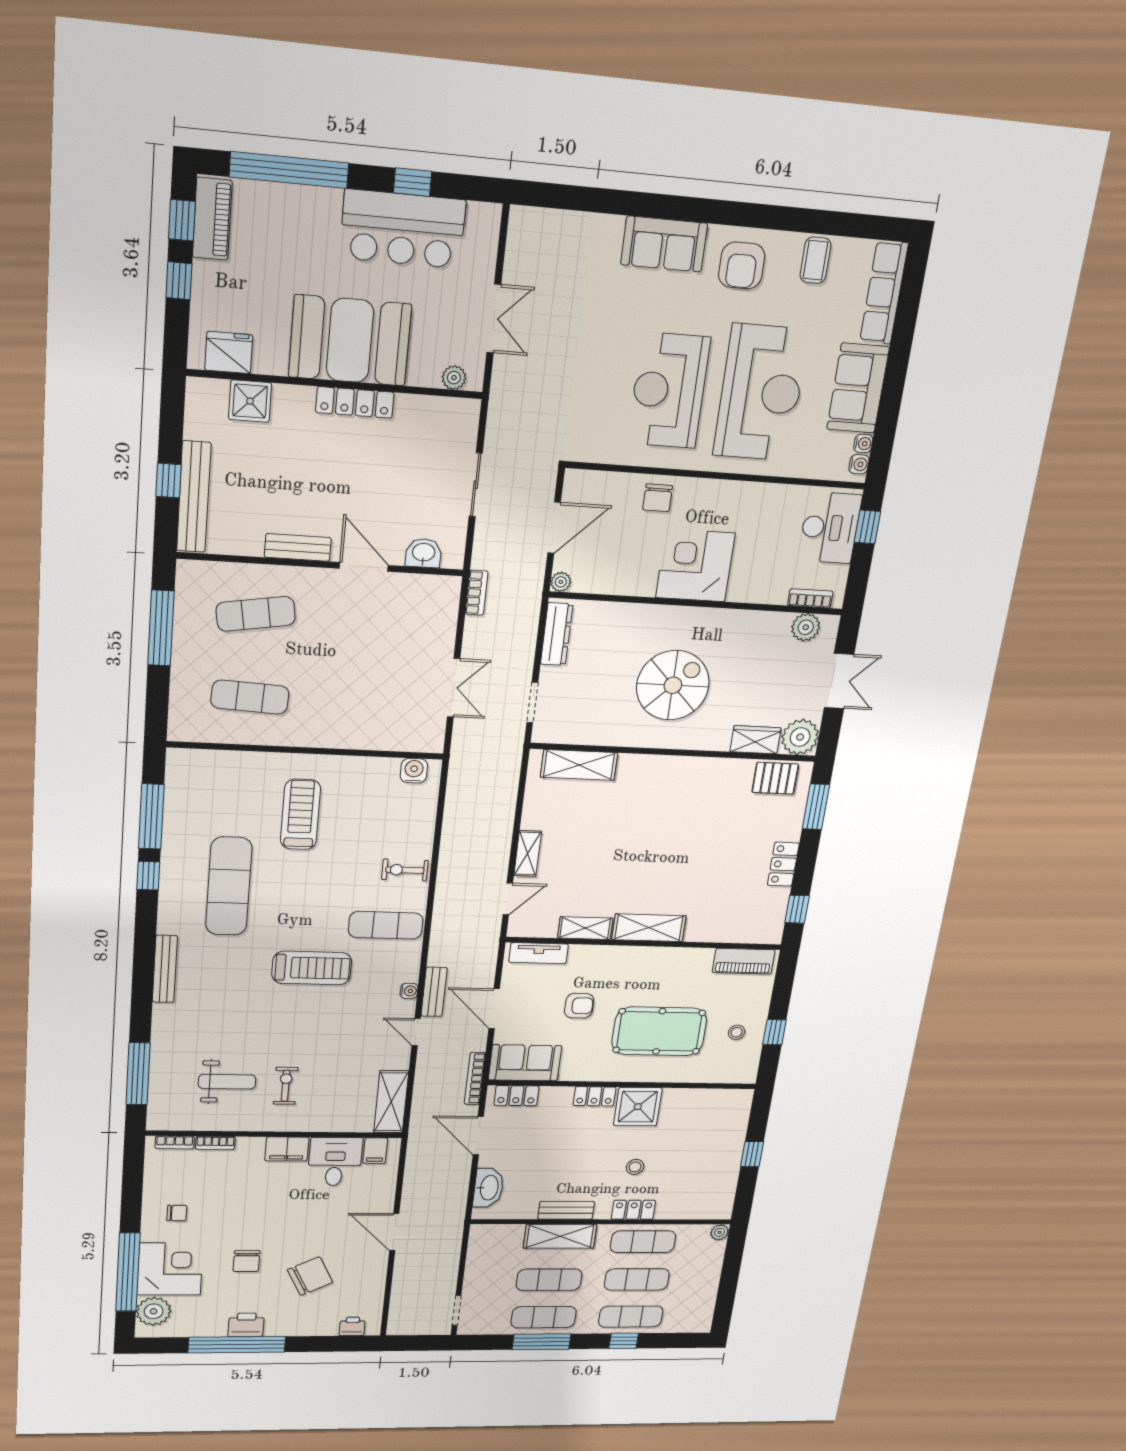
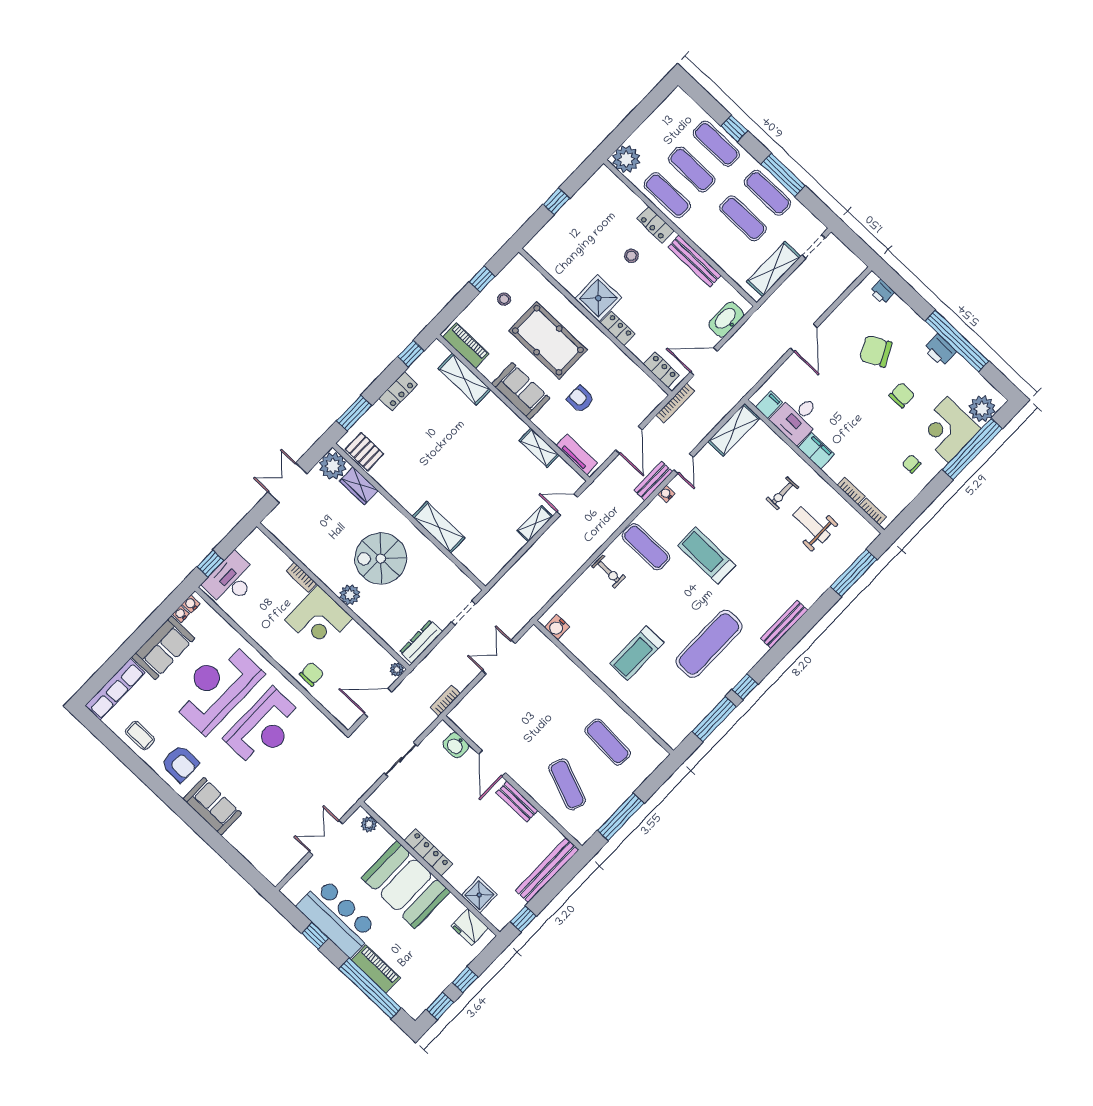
piano: (212, 219) -> (376, 969), moved, turned 90
coffee table: (815, 260) -> (140, 735), turned 90
armchair: (742, 265) -> (180, 763), turned 90
window: (169, 480) -> (523, 919), moved
bookcase: (810, 598) -> (301, 577), moved
exercise mat: (256, 614) -> (567, 784), turned 30
plant: (806, 627) -> (350, 595), moved
shelving: (579, 765) -> (439, 527), moved
shelving: (649, 928) -> (464, 379), moved
sofa: (525, 1063) -> (521, 391), moved, turned 180
door: (478, 1136) -> (704, 362), swing flipped
bench: (566, 1210) -> (694, 261), width x1.36
plant: (720, 1232) -> (626, 159), width x1.87, depth x1.87
shelving: (560, 1236) -> (774, 269), moved, turned 90

